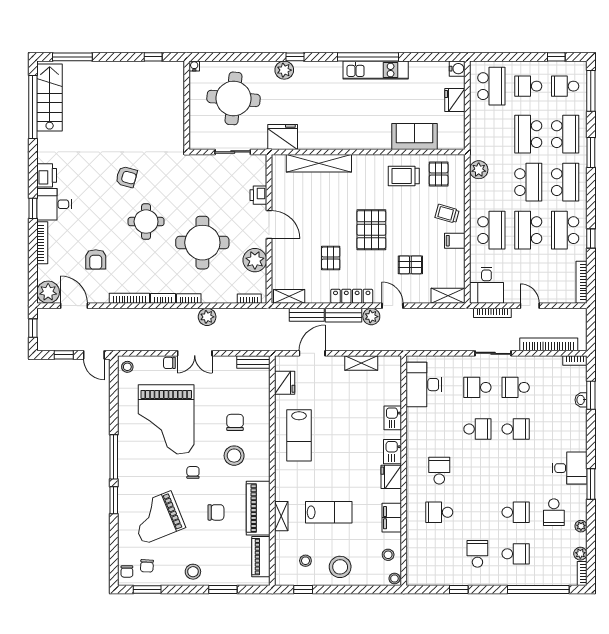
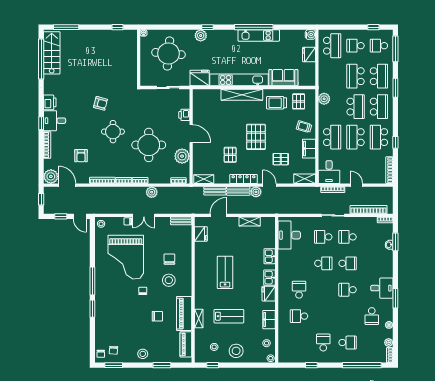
kitchen unit: (345, 140) -> (239, 80), added
shelving: (319, 163) -> (242, 95), moved
filing cabinet: (455, 241) -> (309, 149), width x2.00
lab bench: (299, 435) -> (225, 272), moved, turned 180
school desk: (516, 512) -> (348, 290), moved, turned 180
grand piano: (157, 518) -> (120, 320), removed

